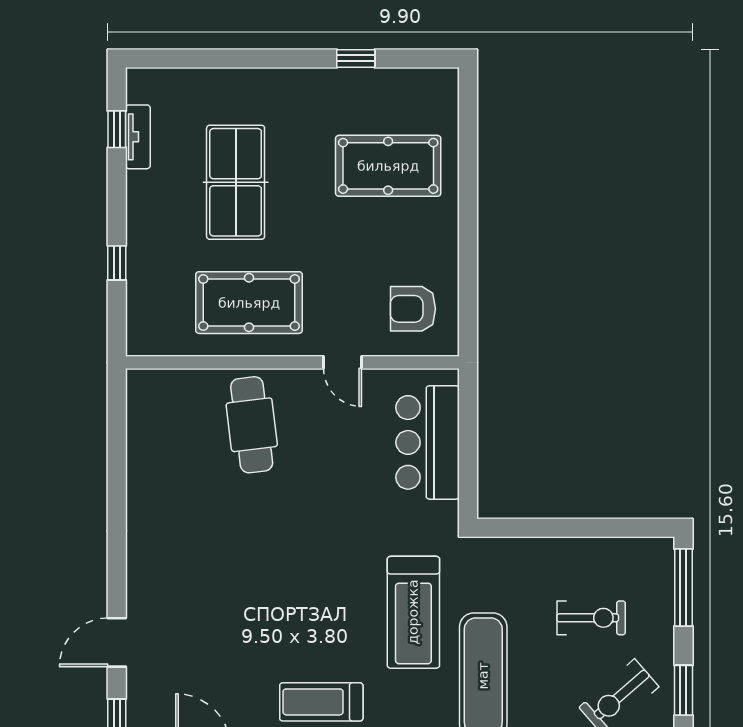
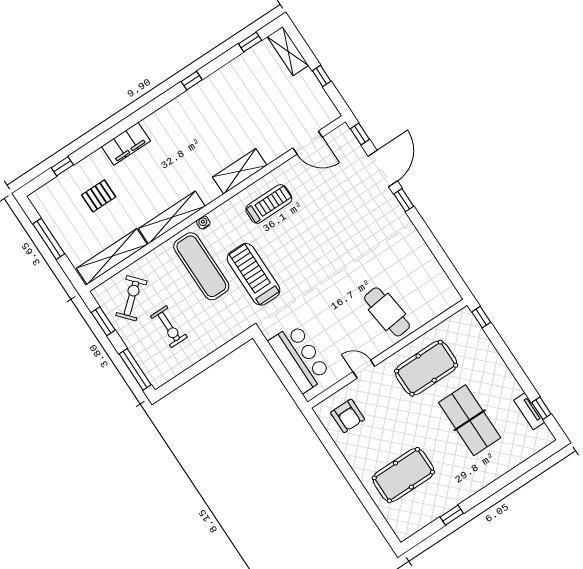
window: (117, 263) -> (481, 317), moved
armchair: (413, 309) -> (348, 416), turned 90
window: (117, 575) -> (404, 200), added
exercise bike: (591, 618) -> (169, 327), turned -90
door: (117, 642) -> (383, 168), width x1.36

